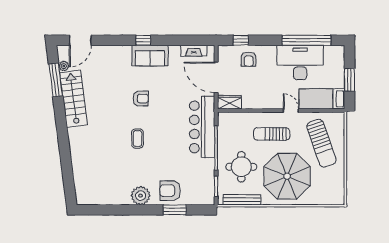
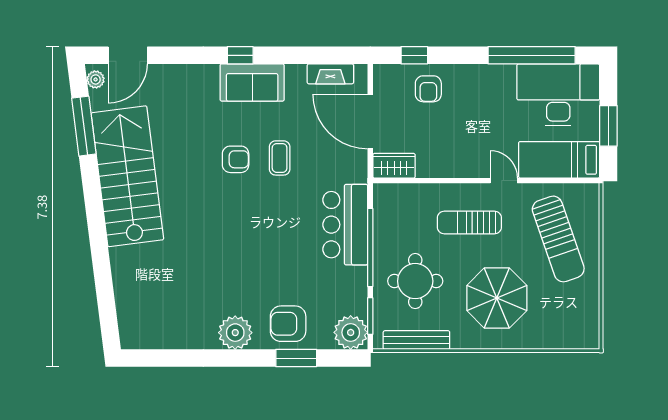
desk: (300, 63) -> (558, 95), moved
plant: (64, 66) -> (96, 79), moved
stairs: (74, 99) -> (127, 176), width x1.36, depth x1.51
bar counter: (202, 127) -> (345, 225), width x0.73
coffee table: (137, 138) -> (280, 158), moved
parasol: (287, 176) -> (497, 298), width x0.73, depth x0.73
plant: (205, 196) -> (351, 332), added

